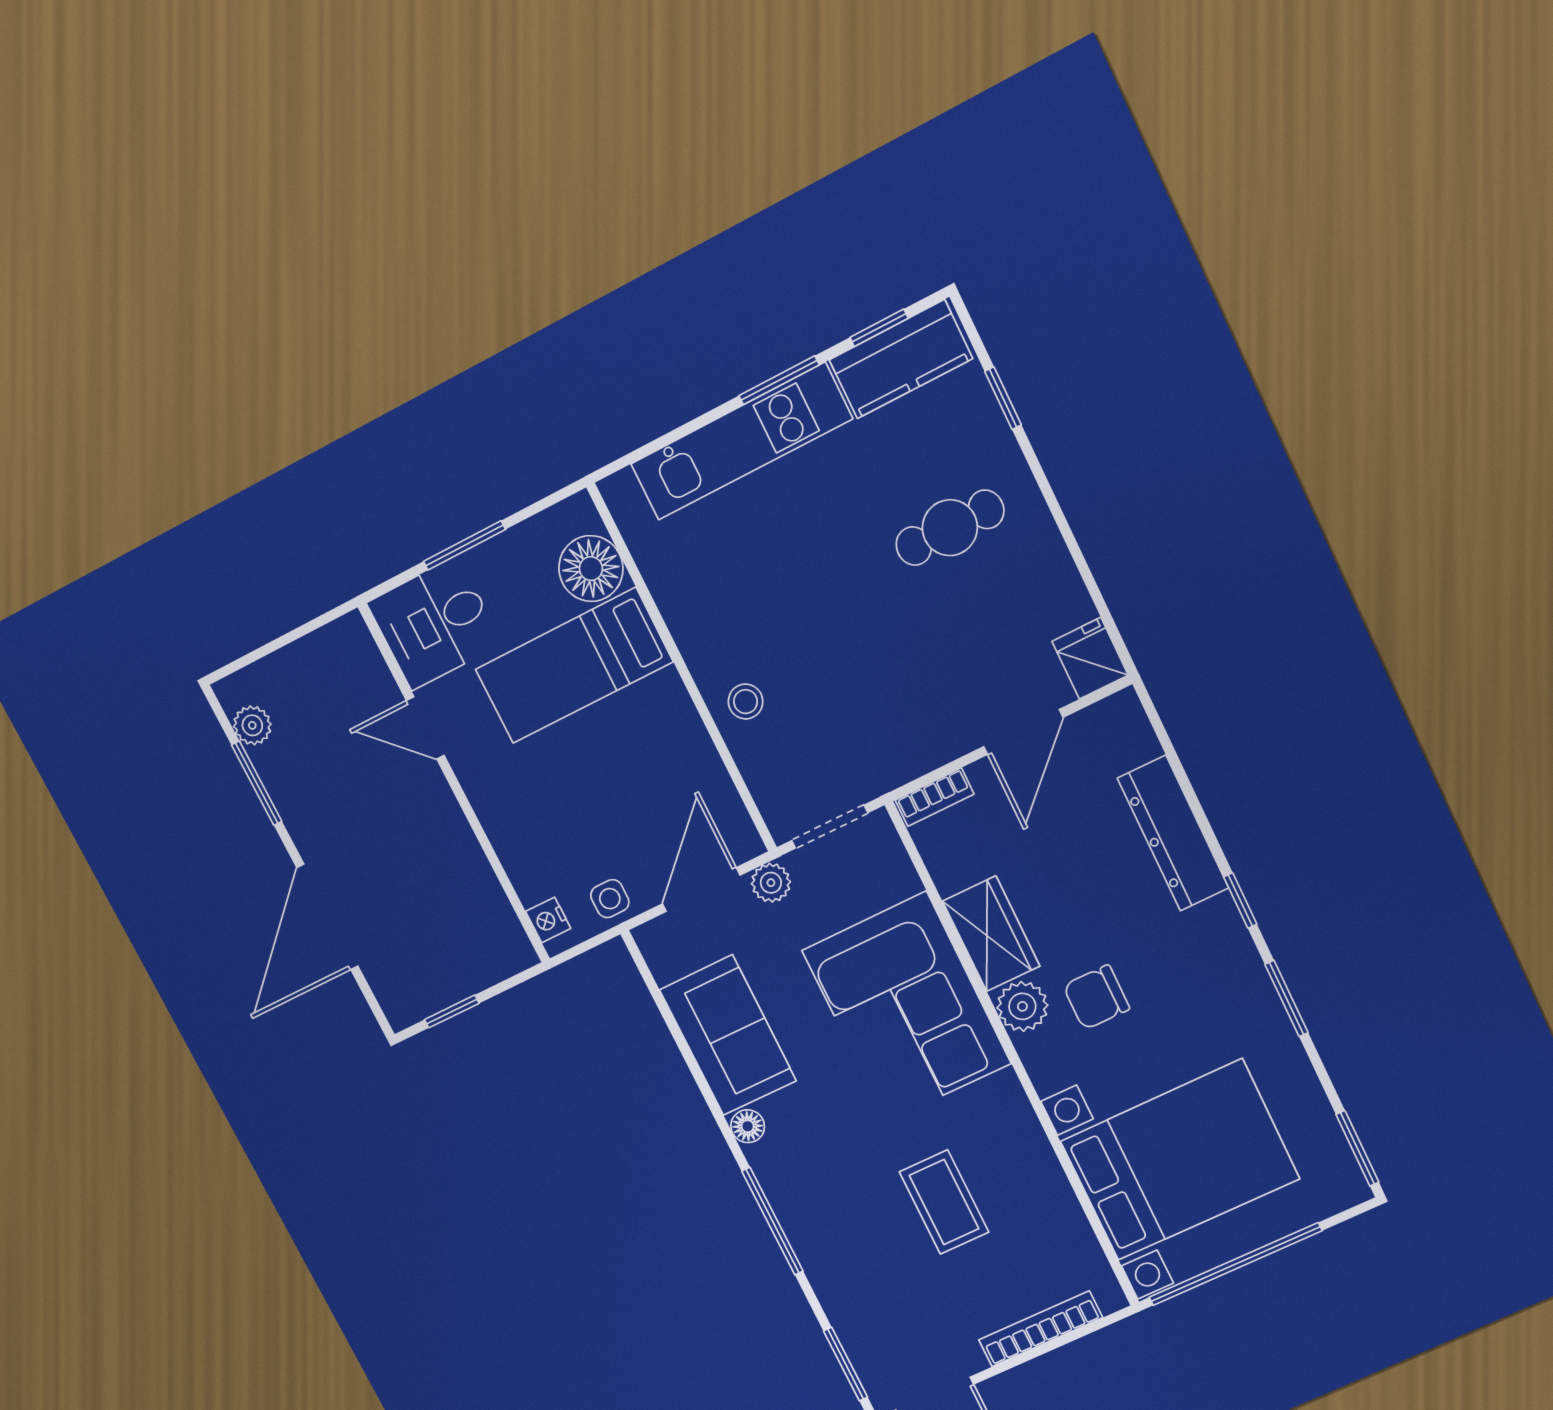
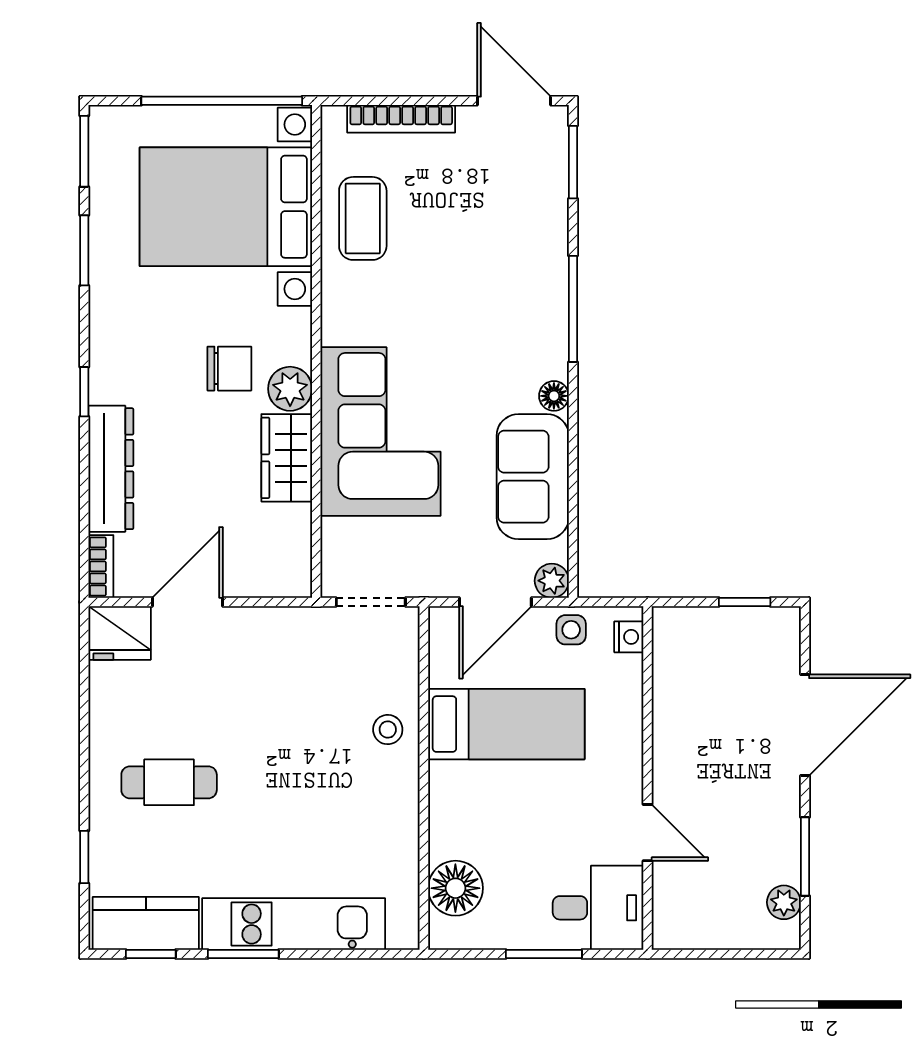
fridge: (1090, 658) -> (120, 633), width x1.38
bed: (574, 666) -> (506, 724), moved
bookcase: (935, 797) -> (101, 566), moved, turned 90
plant: (771, 883) -> (552, 581), moved
window: (1287, 999) -> (84, 250), moved
coffee table: (944, 1202) -> (363, 218), moved

